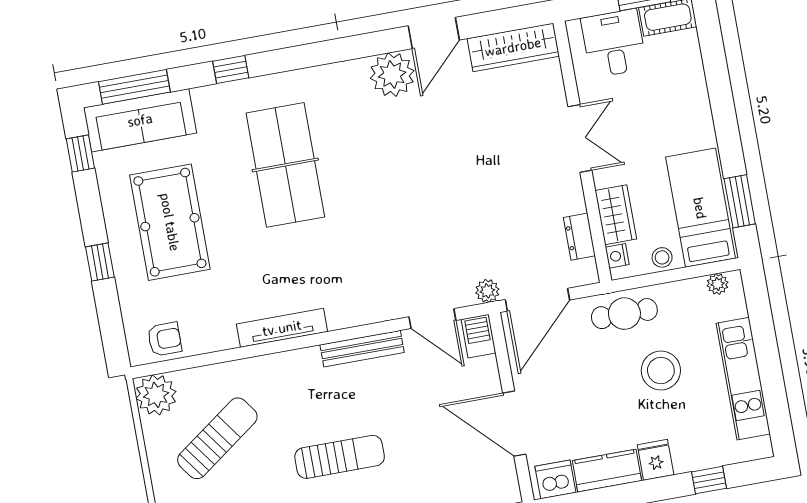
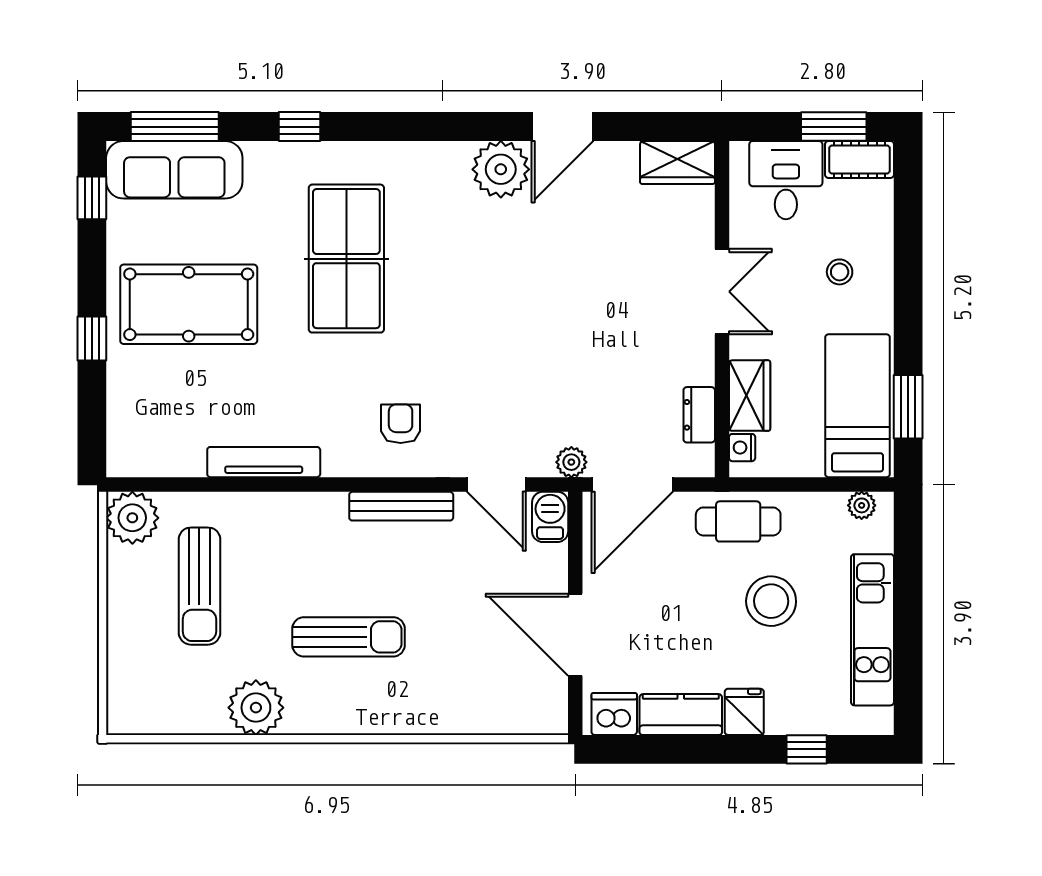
wardrobe: (513, 47) -> (678, 162), width x0.67
pool table: (170, 222) -> (189, 304), turned 90
stool: (662, 257) -> (840, 272), moved
tv unit: (282, 328) -> (264, 462), moved
armchair: (165, 339) -> (401, 424), moved, turned -90
sun lounger: (217, 438) -> (199, 586), turned 126

